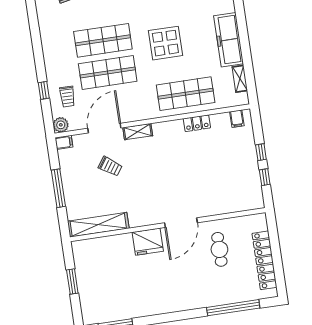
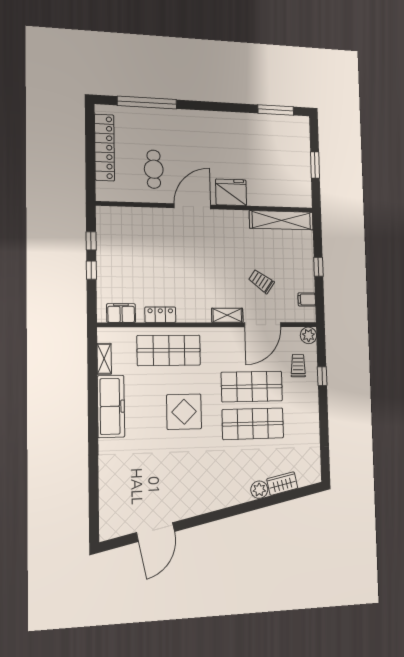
filing cabinet: (237, 119) -> (121, 313), width x2.00
filing cabinet: (64, 142) -> (307, 299), moved
window: (58, 188) -> (318, 267), width x0.46

